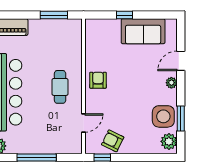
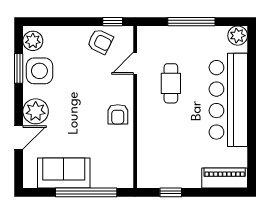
window: (54, 15) -> (171, 192), width x0.67
window: (124, 15) -> (86, 192), width x3.17
plant: (171, 83) -> (36, 111), width x1.88, depth x1.88
cafe table: (60, 87) -> (171, 83), moved

